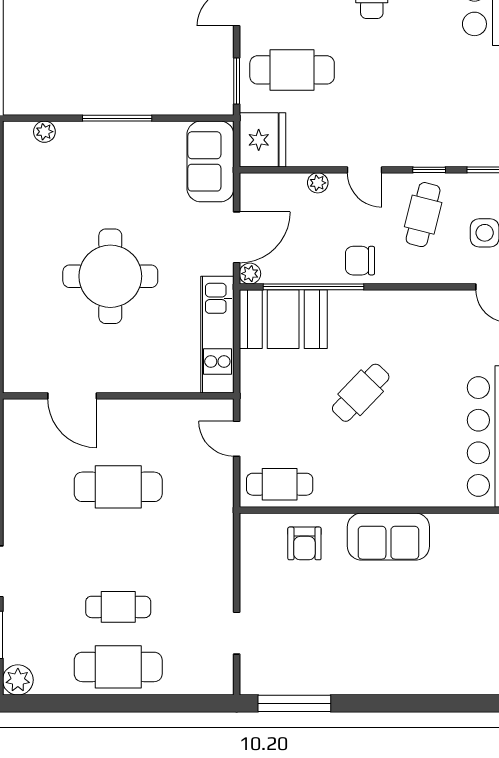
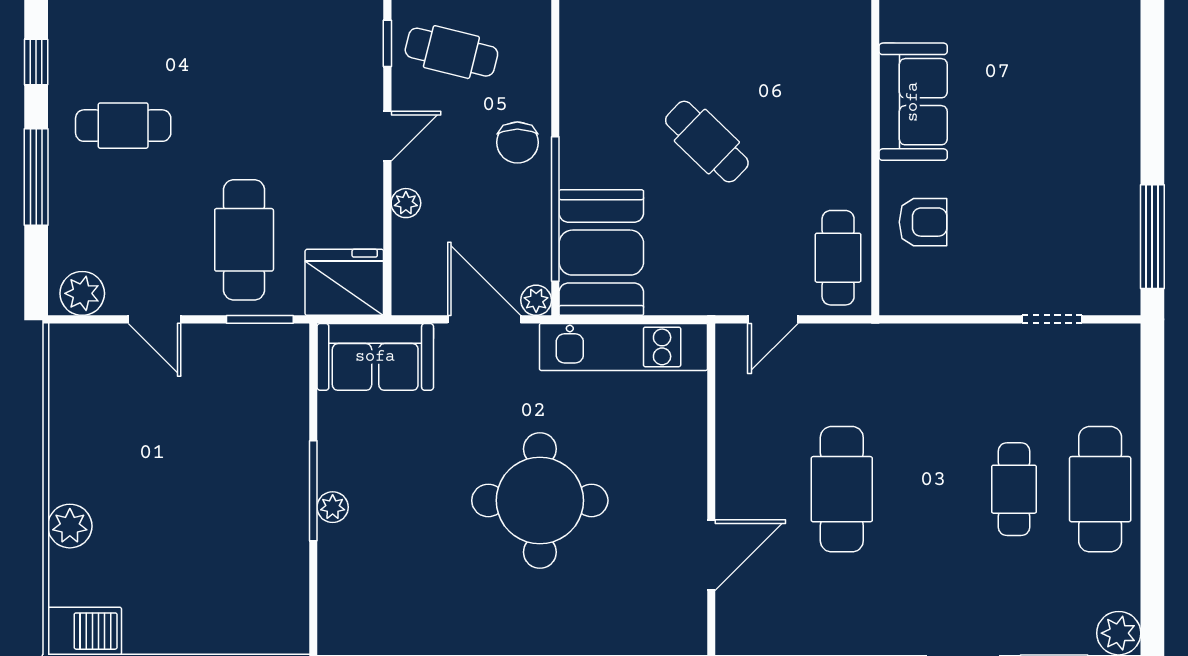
plant: (44, 132) -> (333, 507), moved

